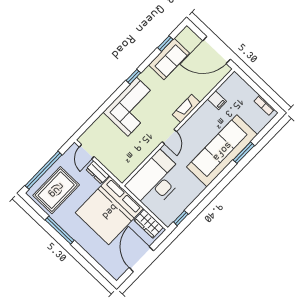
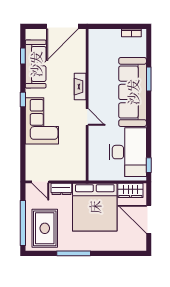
sofa: (169, 59) -> (36, 64), width x1.36
filing cabinet: (217, 100) -> (96, 61), removed
desk: (156, 181) -> (128, 152), moved, turned 180

